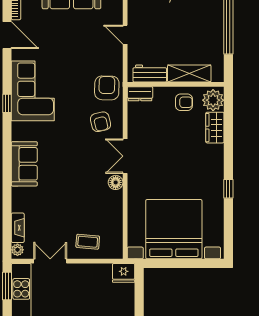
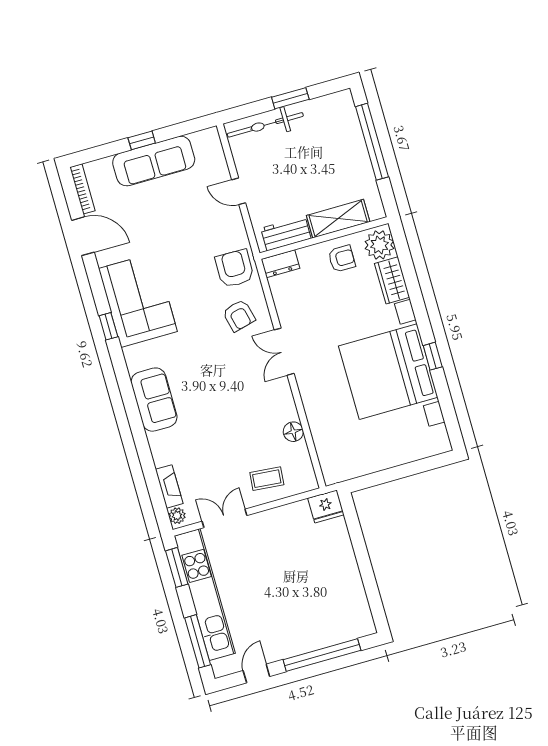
floor lamp: (116, 182) -> (293, 432), moved
bed with nightstands: (174, 229) -> (388, 372), moved, turned -90

